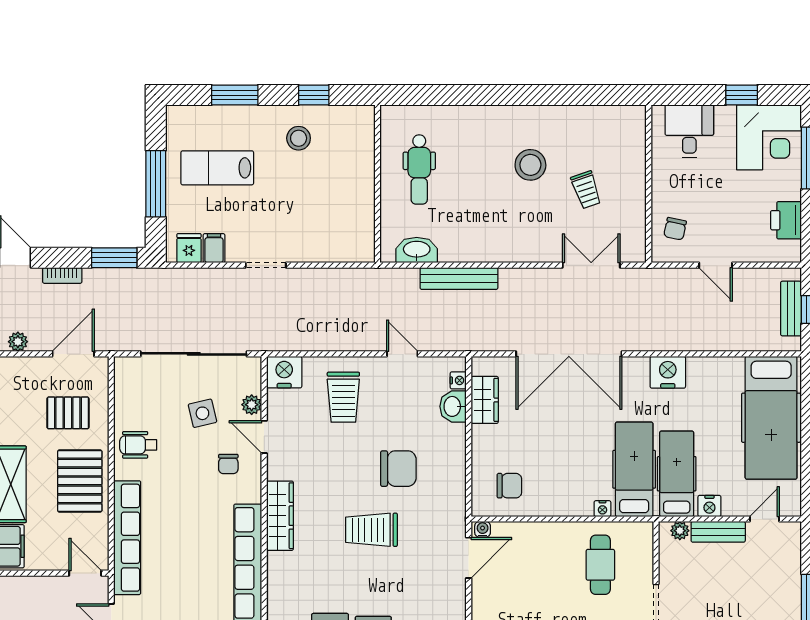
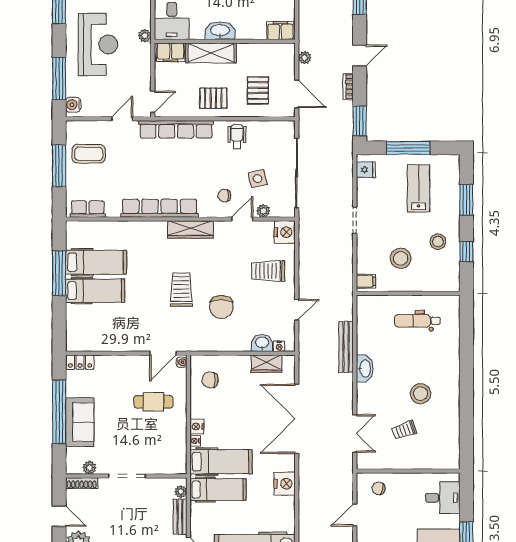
stool: (324, 195) -> (401, 258), added
filing cabinet: (214, 248) -> (366, 281), moved
washbasin: (417, 250) -> (365, 368), moved
pallet: (80, 481) -> (213, 98), width x0.67, depth x0.71
chair: (509, 486) -> (210, 380), turned 90
nightstand: (709, 506) -> (197, 427), moved
door: (469, 558) -> (163, 353), hinge flipped
cafe table: (600, 565) -> (153, 402), moved

